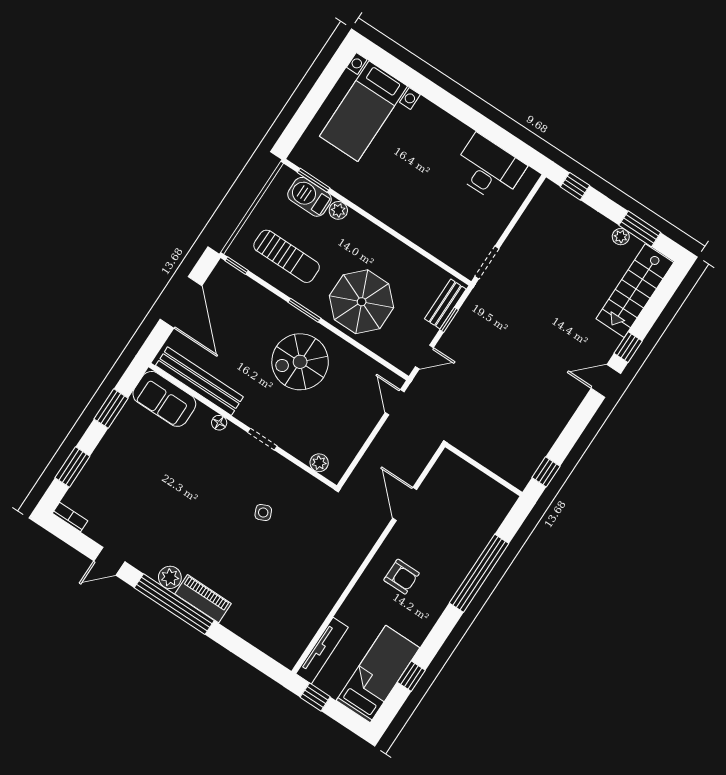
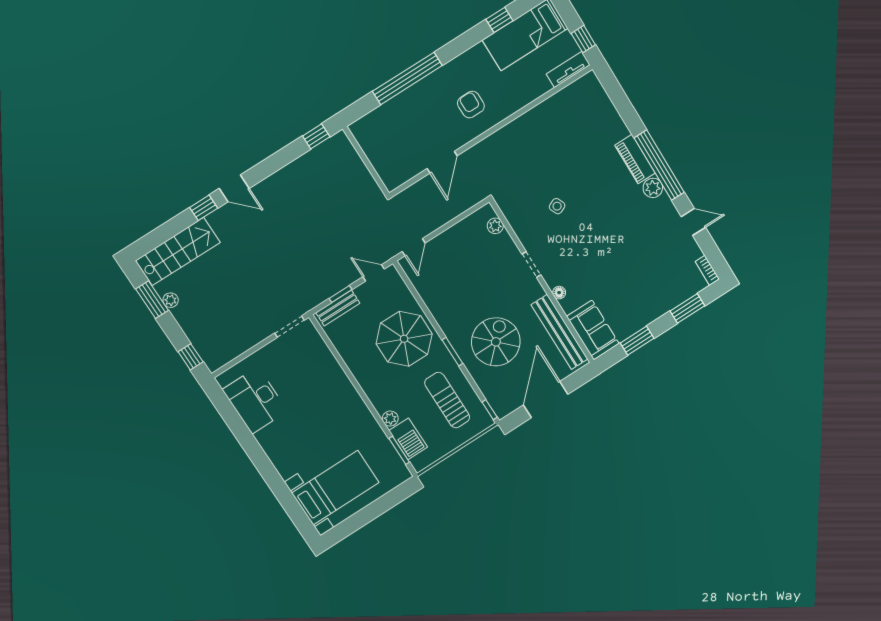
spiral stairs: (300, 362) -> (496, 342), moved, turned -90
tv unit: (322, 651) -> (568, 70), width x0.71

